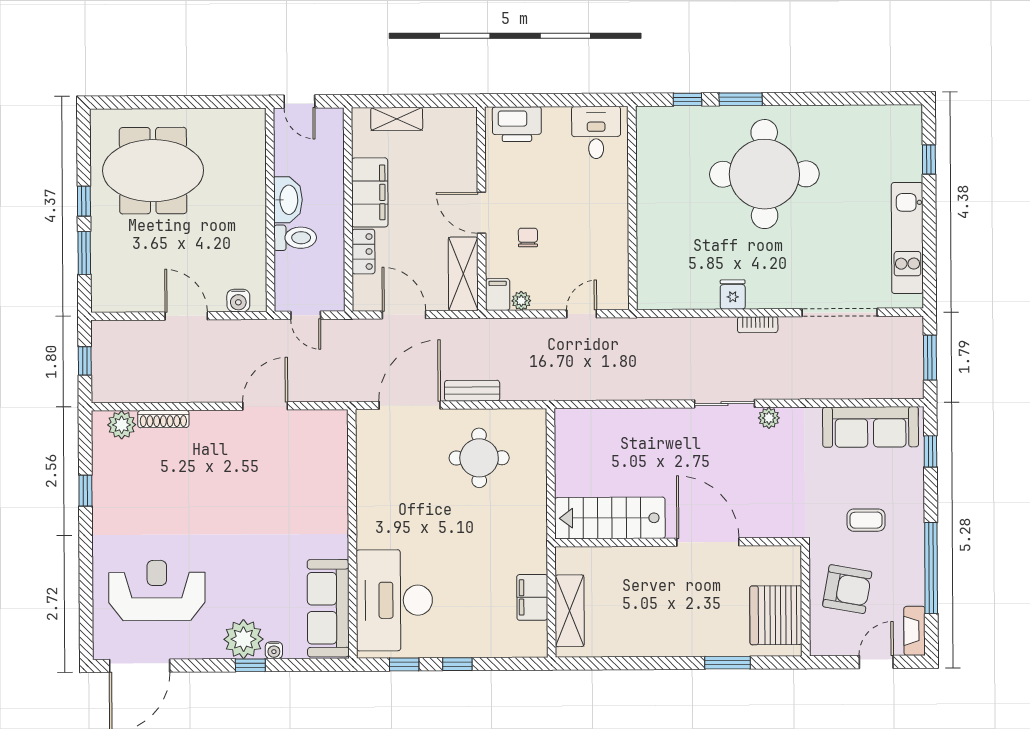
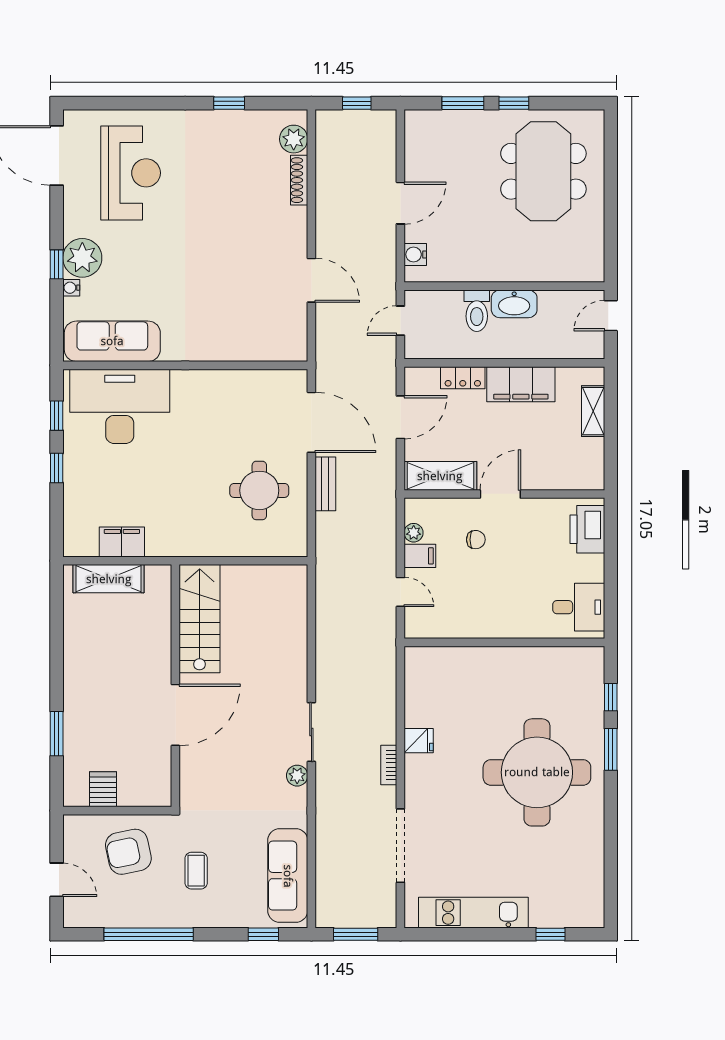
filing cabinet: (498, 294) -> (420, 556), moved
armchair: (847, 589) -> (128, 852), turned 68
server rack: (776, 615) -> (103, 789), width x0.46, depth x0.70
fireplace: (915, 631) -> (87, 918), removed

